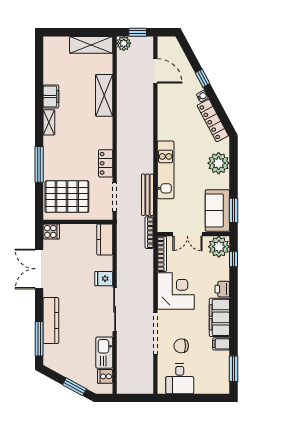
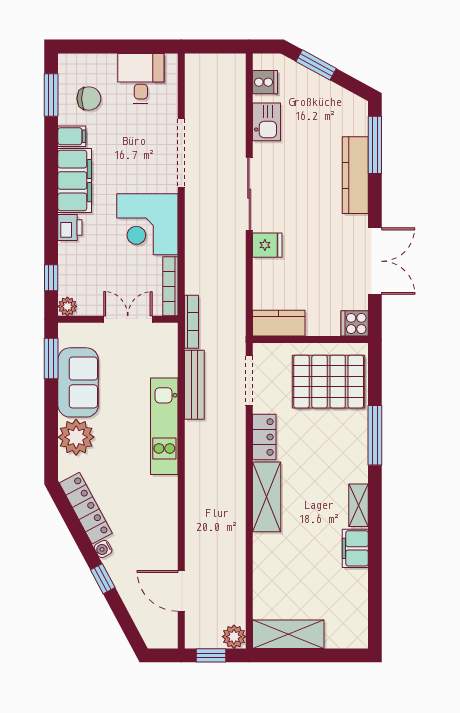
shelving: (104, 95) -> (267, 497), moved
sofa: (217, 210) -> (78, 382), moved
kitchen counter: (105, 240) -> (279, 323), moved, turned -90
plant: (219, 247) -> (67, 306), width x0.53, depth x0.53
chair: (181, 346) -> (89, 98), moved
kitchen sink: (104, 353) -> (266, 122), width x0.73

